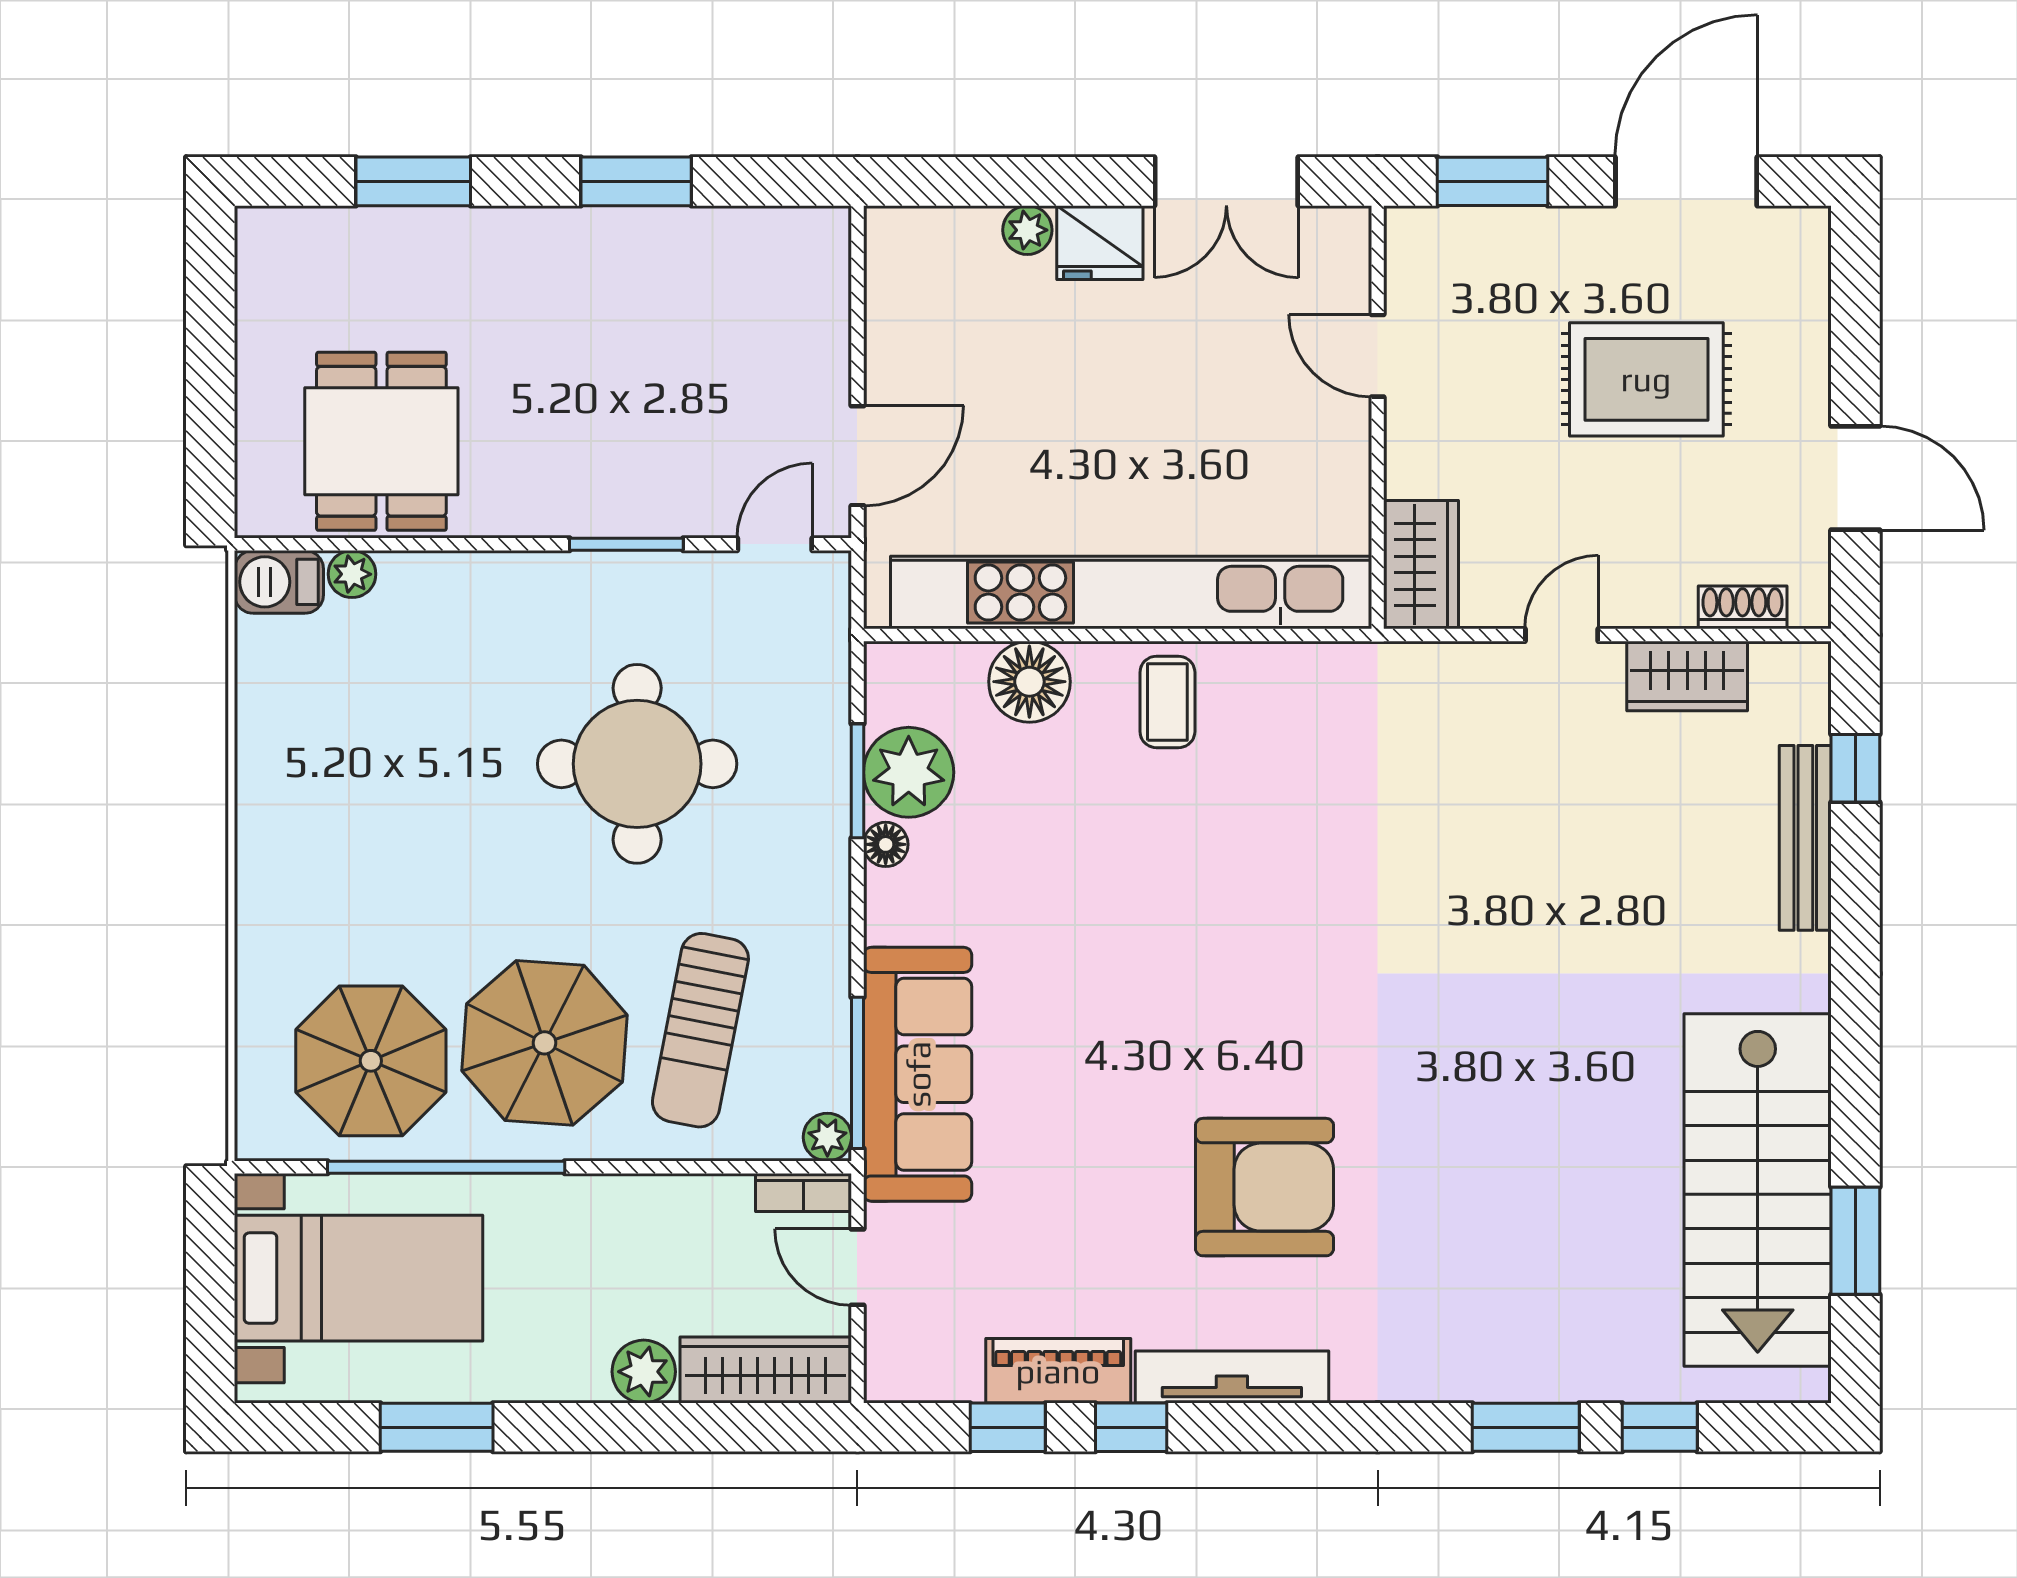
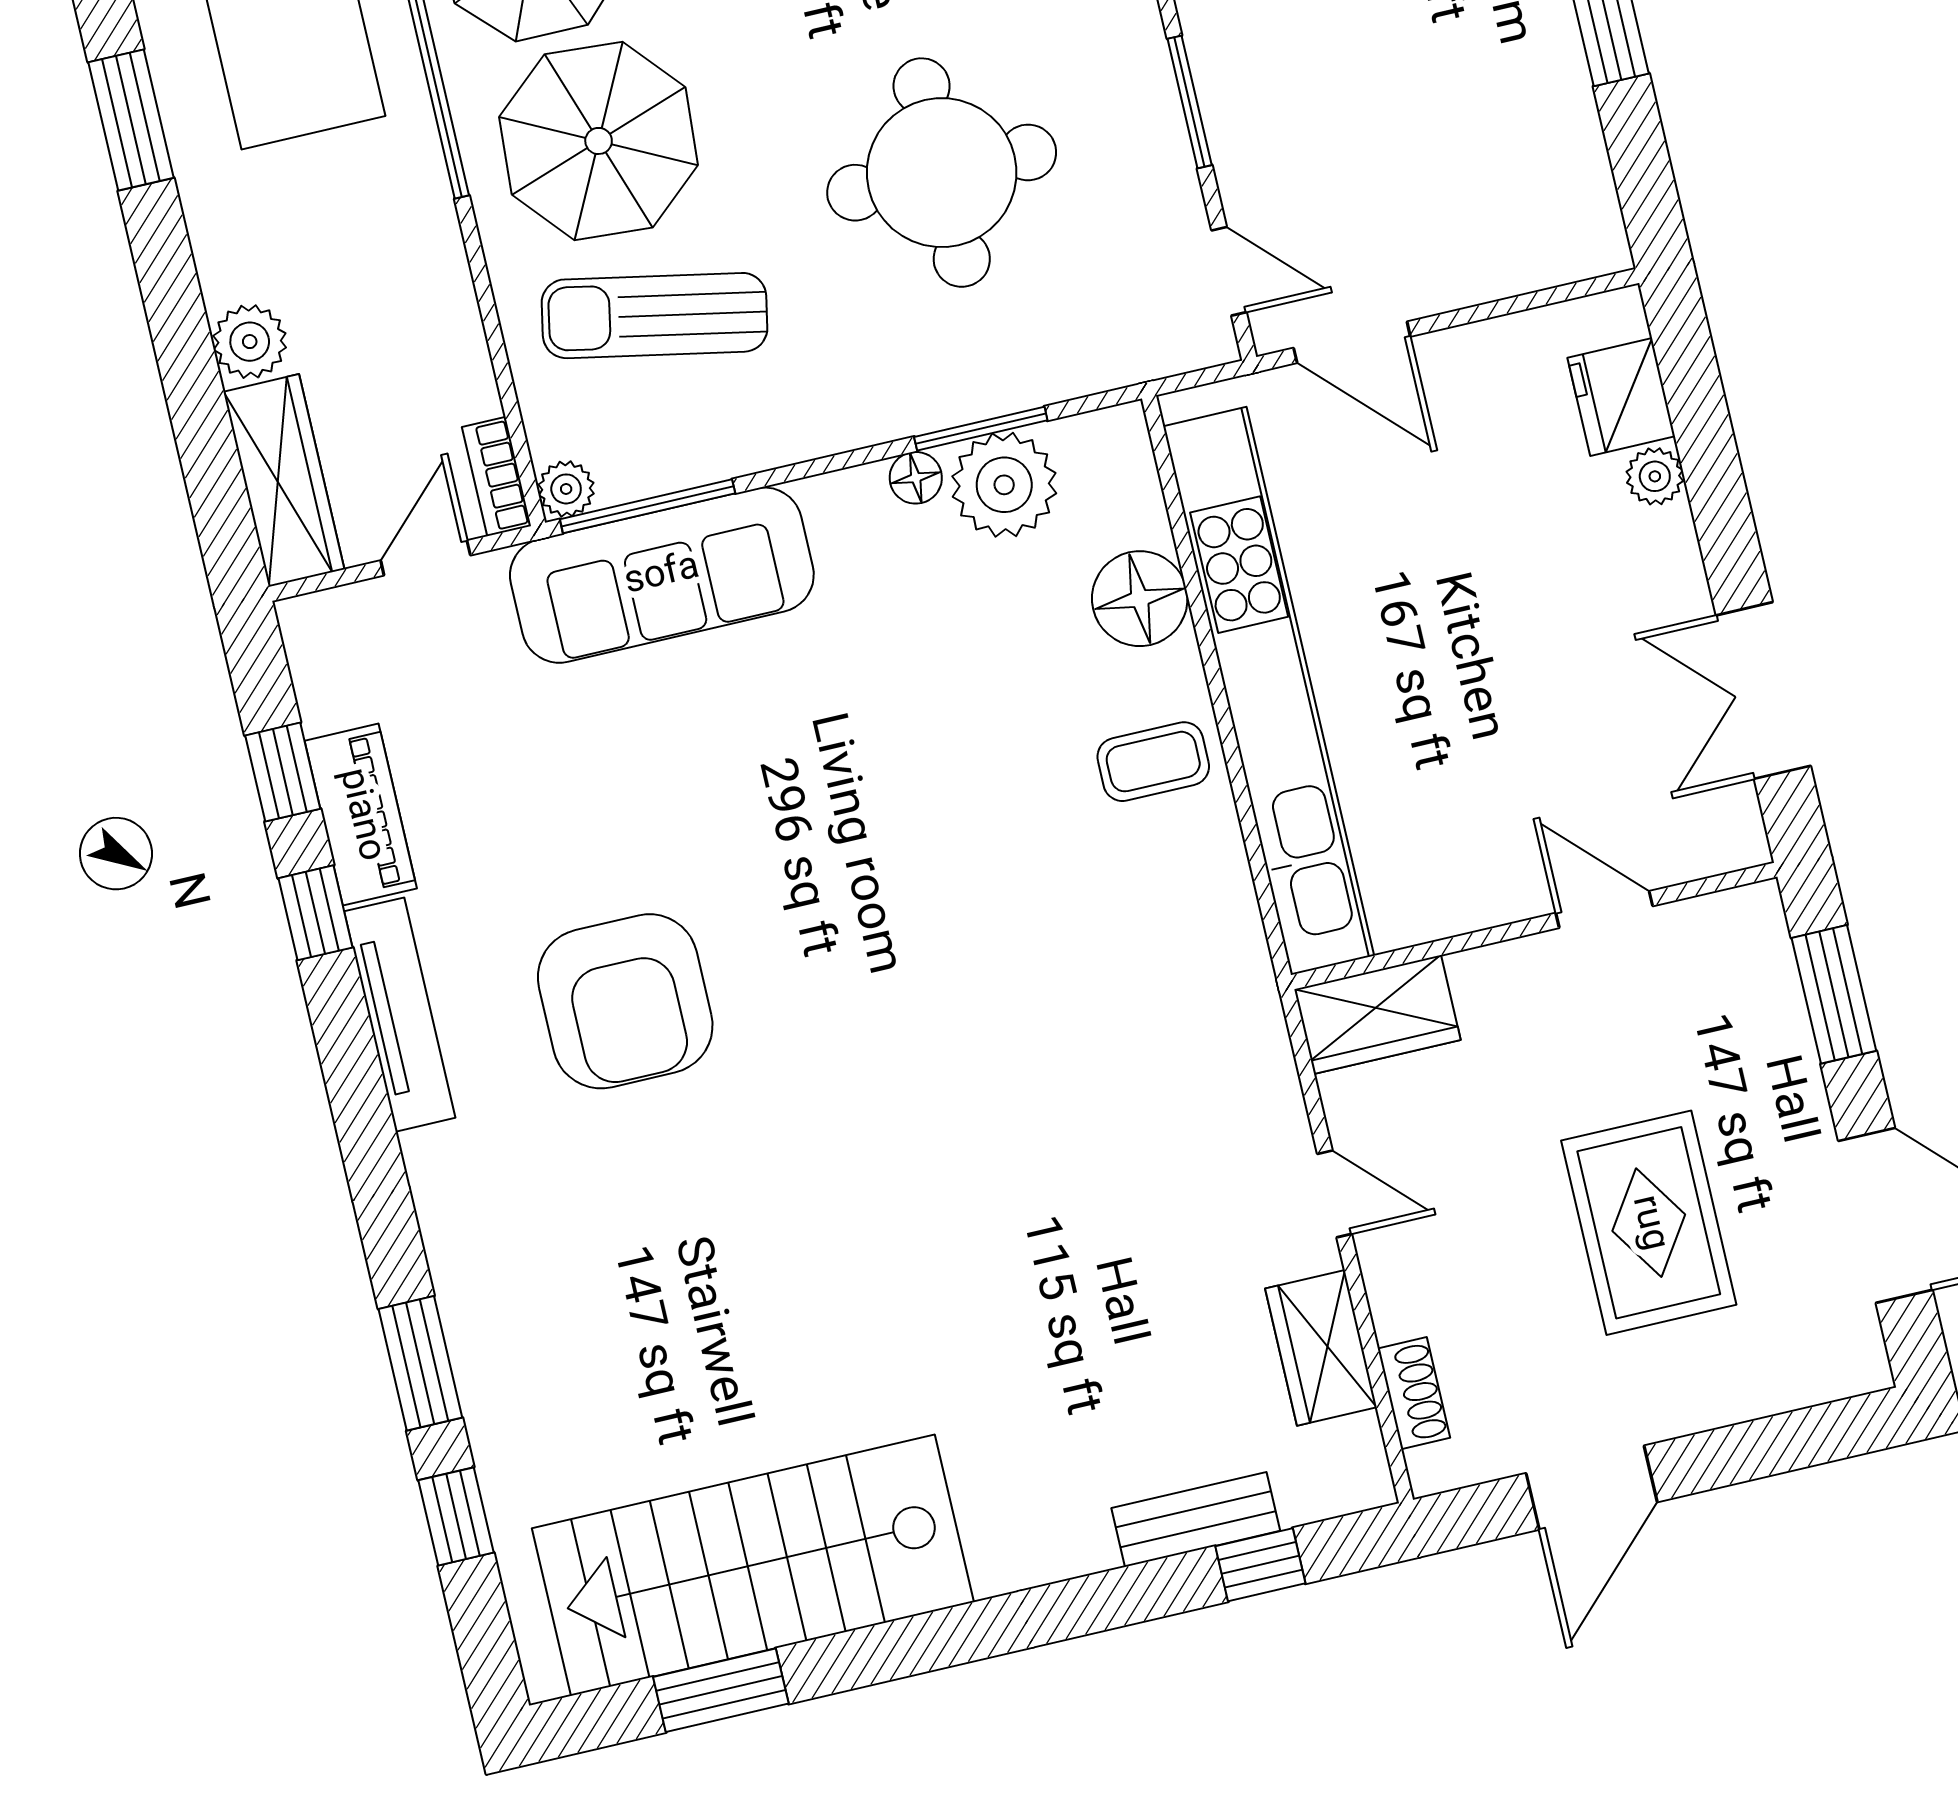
fridge: (1100, 243) -> (1621, 397), moved
door: (1378, 356) -> (1604, 910), hinge flipped
bench: (1805, 838) -> (1196, 1519), width x0.73

